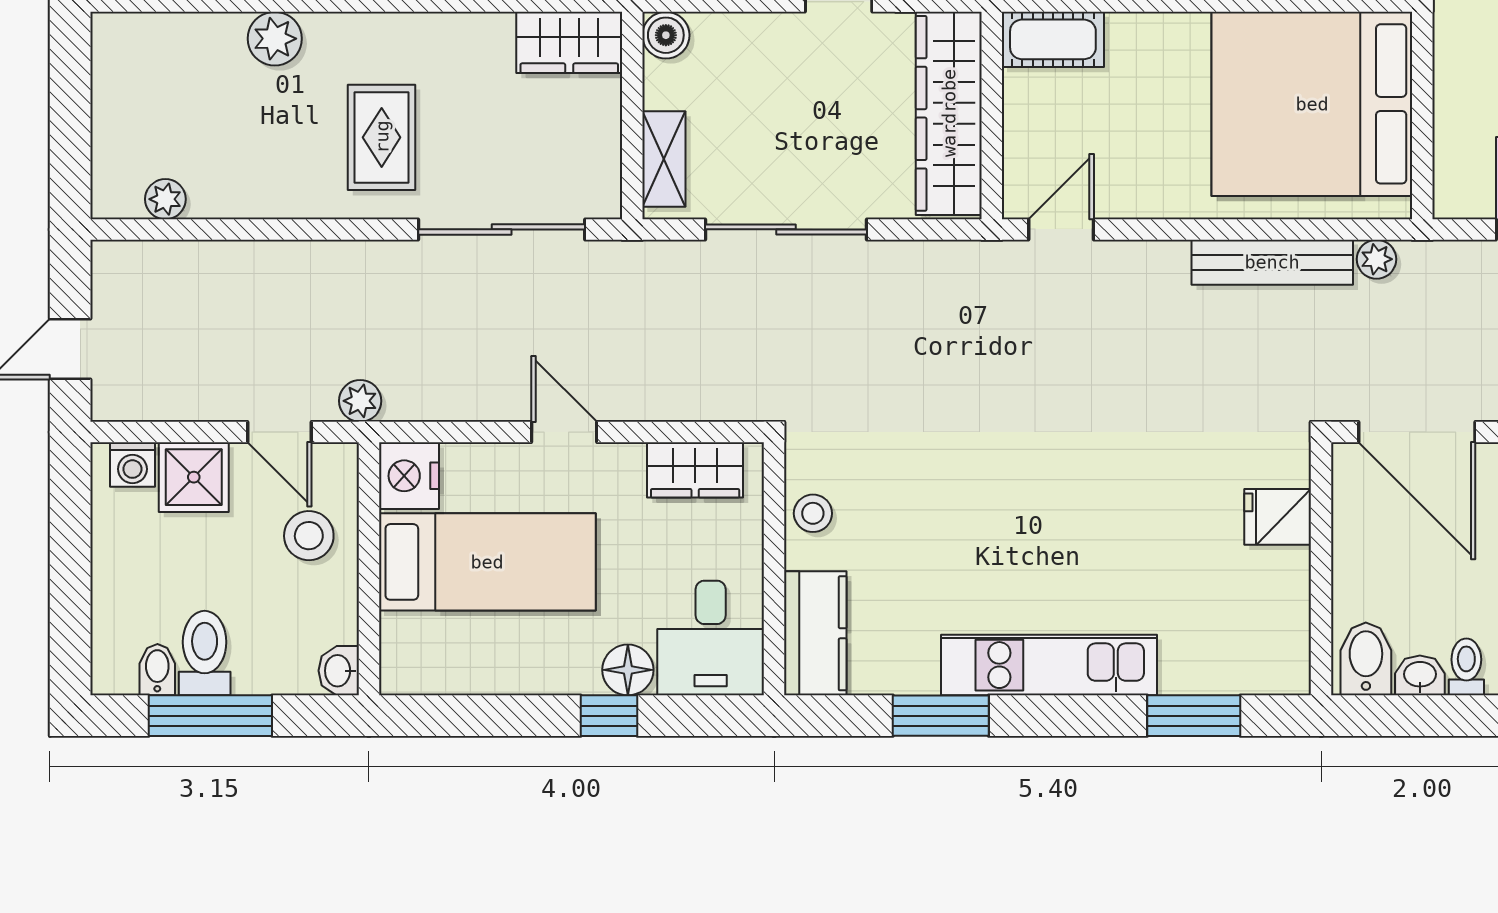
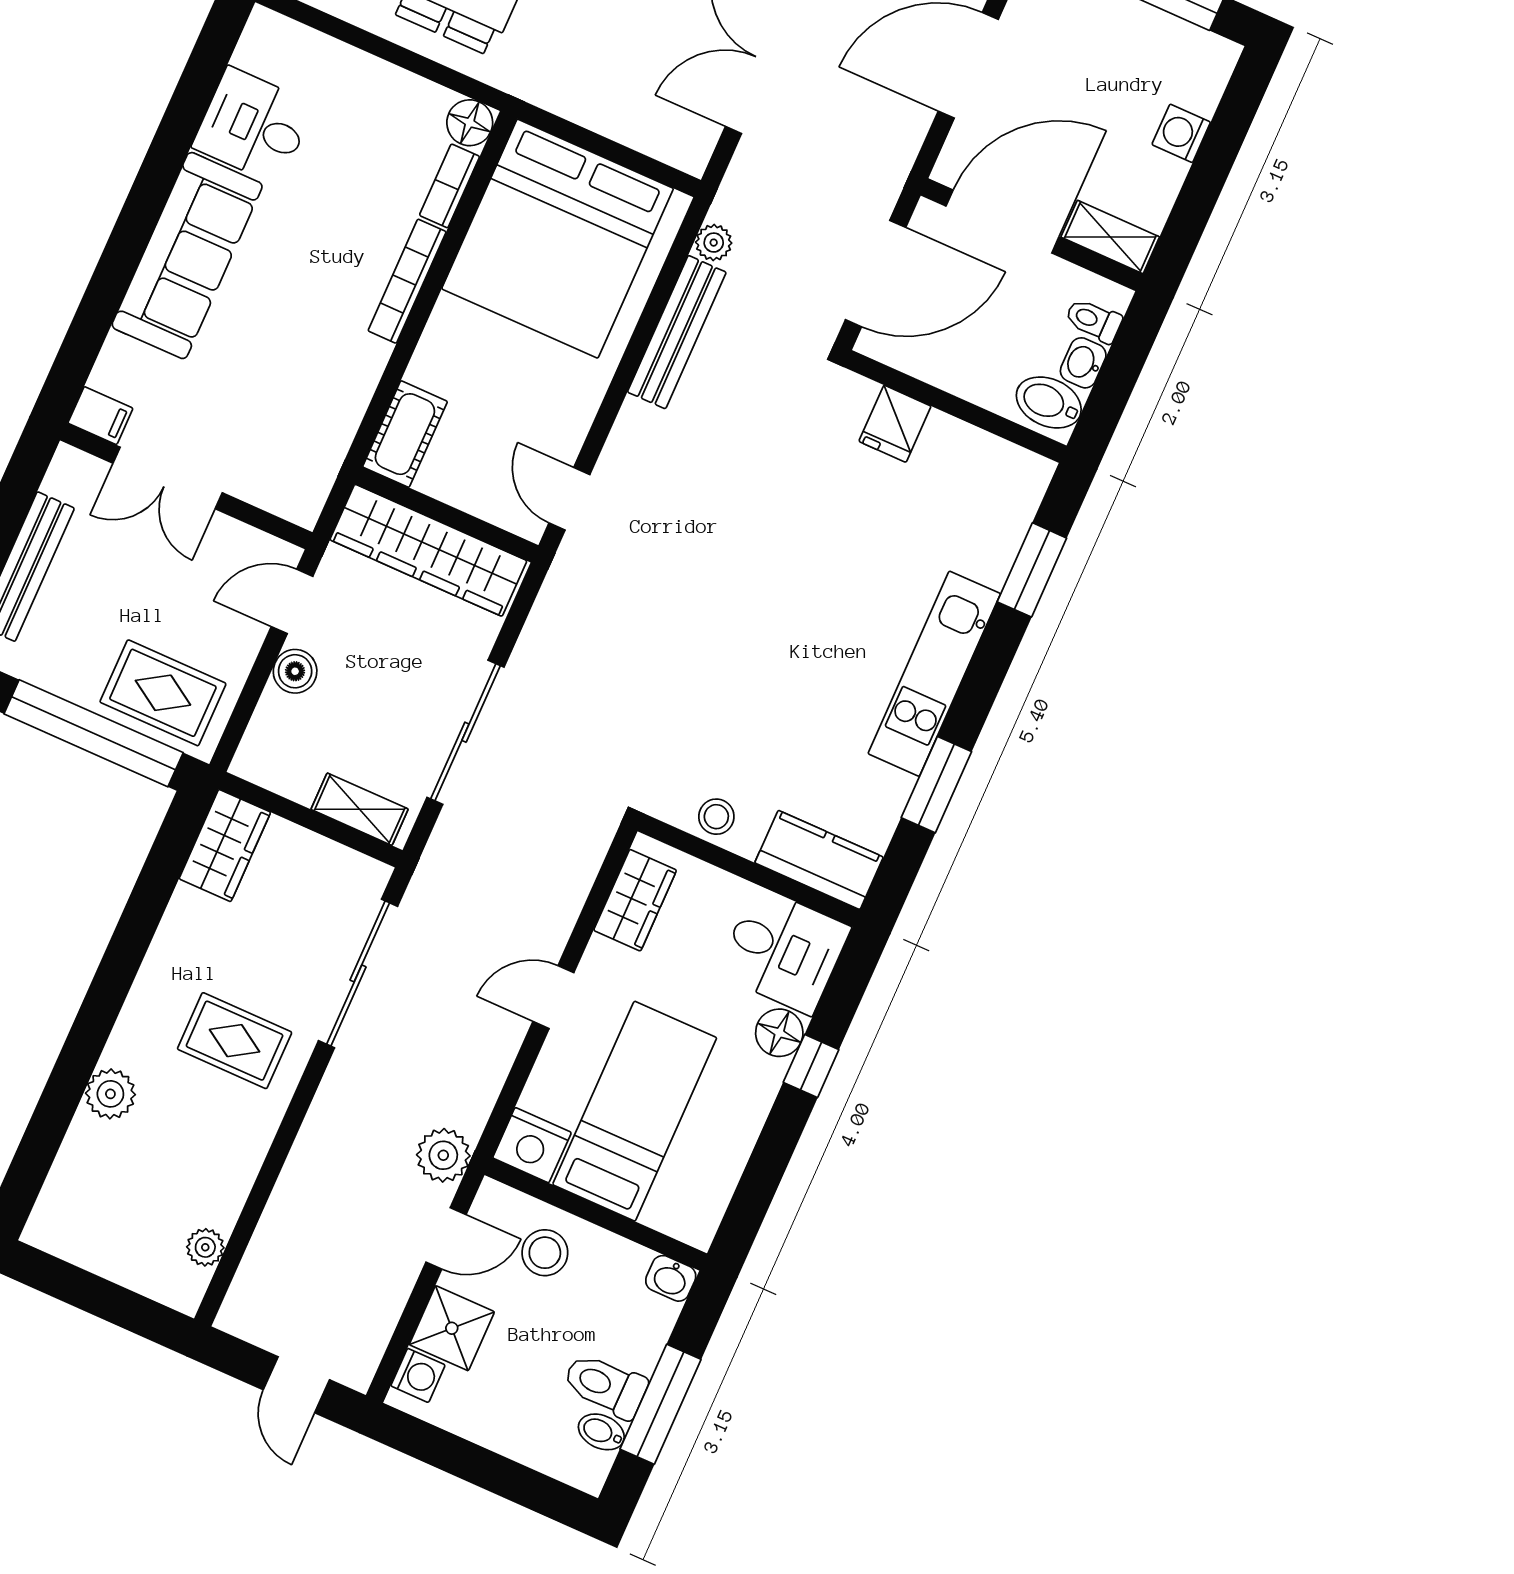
boiler: (666, 35) -> (295, 671), moved
plant: (360, 401) -> (443, 1155), width x1.38, depth x1.38

